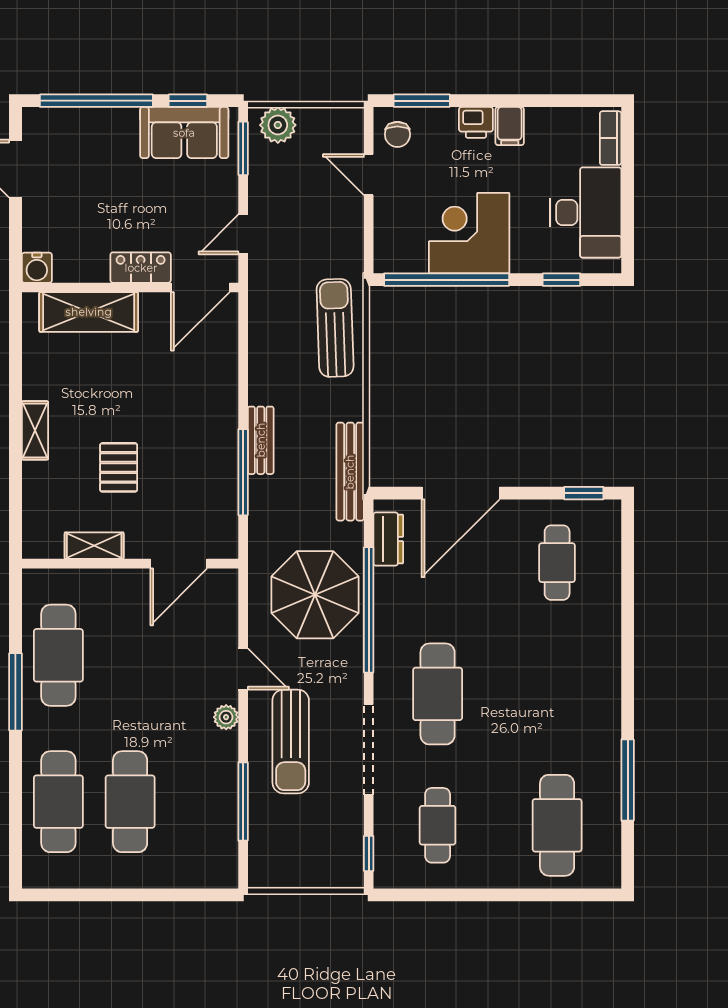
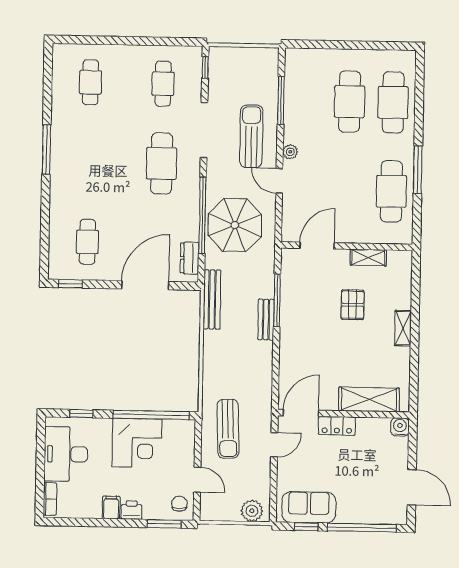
window: (243, 148) -> (273, 497), removed
sun lounger: (335, 328) -> (228, 429), moved
window: (628, 780) -> (46, 150), moved
cafe table: (557, 825) -> (90, 82), width x0.73, depth x0.74

